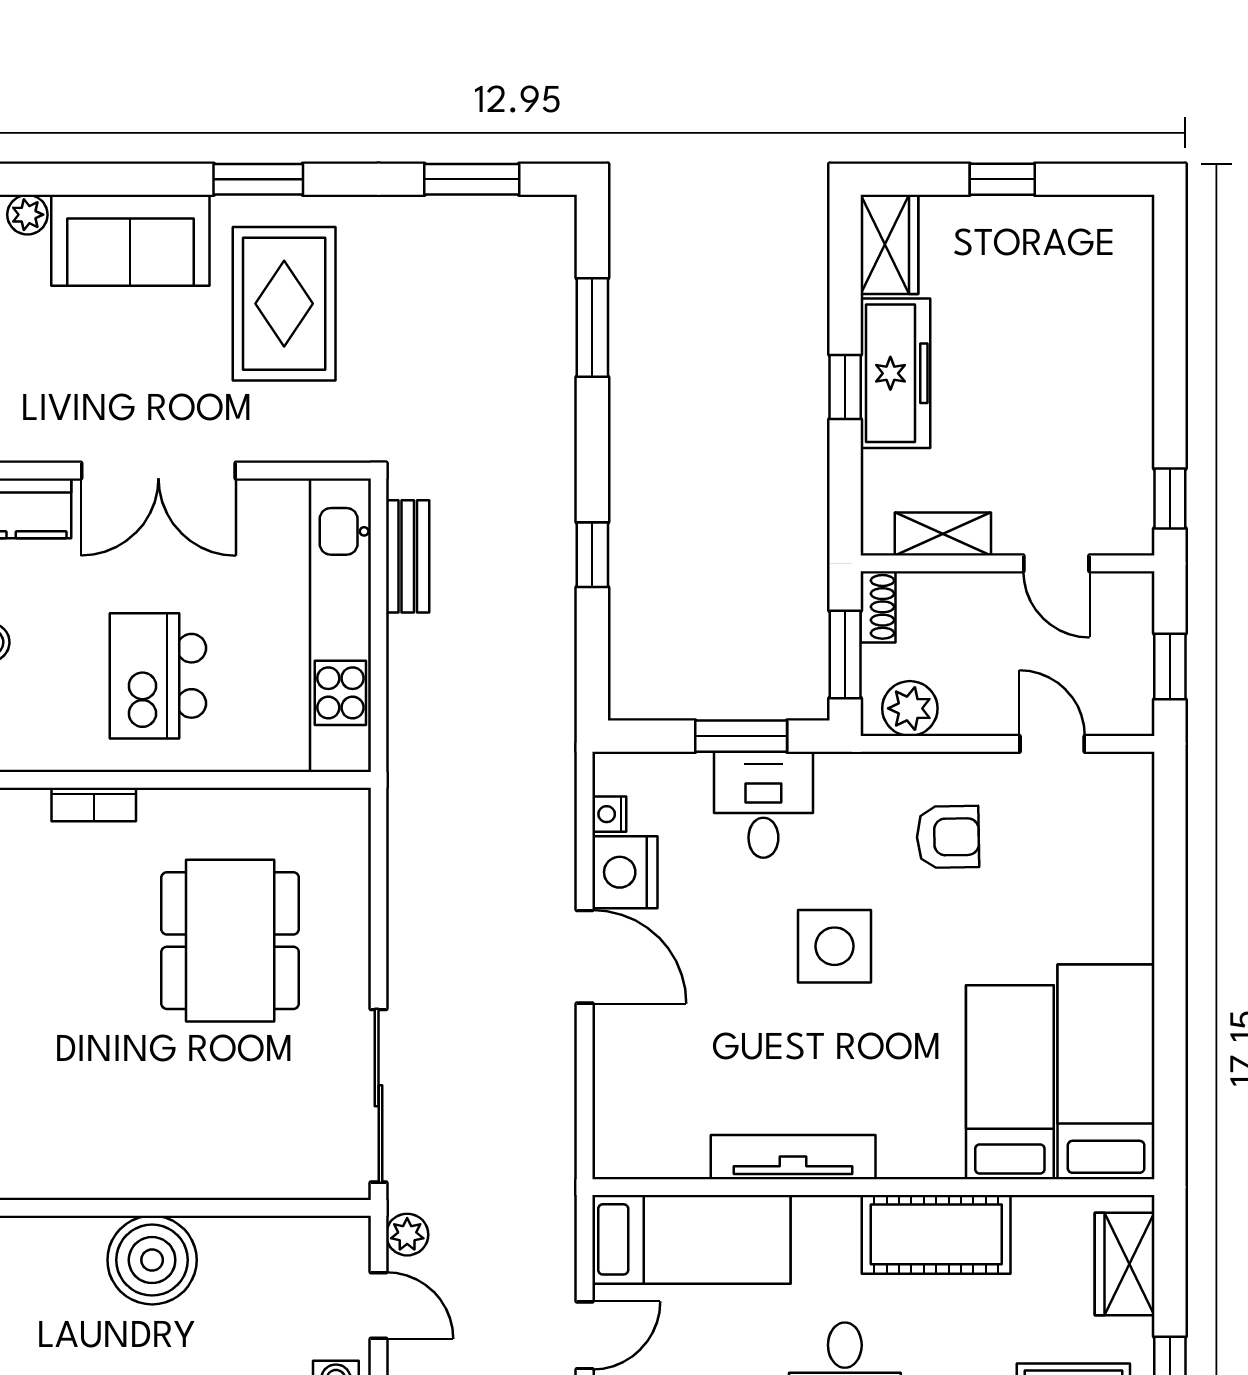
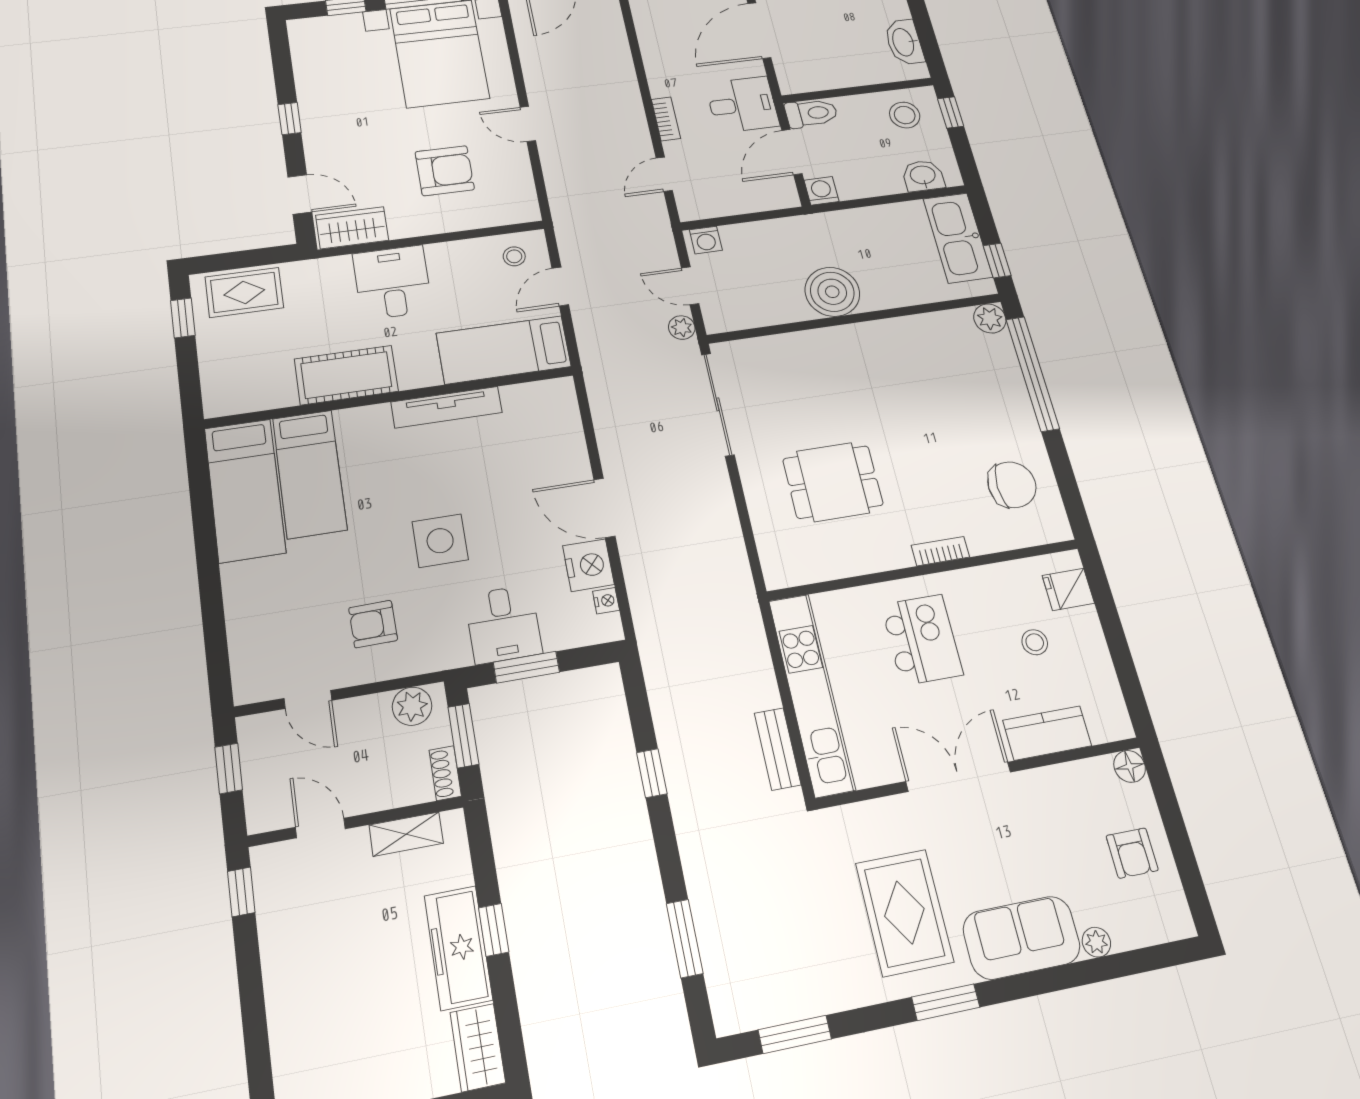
dining table: (230, 941) -> (833, 482), width x0.73
wardrobe: (1125, 1264) -> (219, 375), removed

